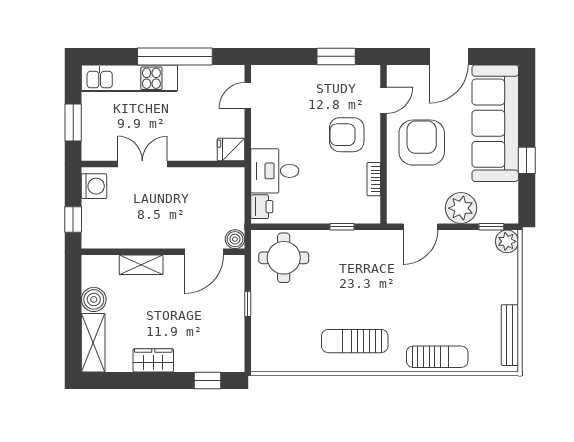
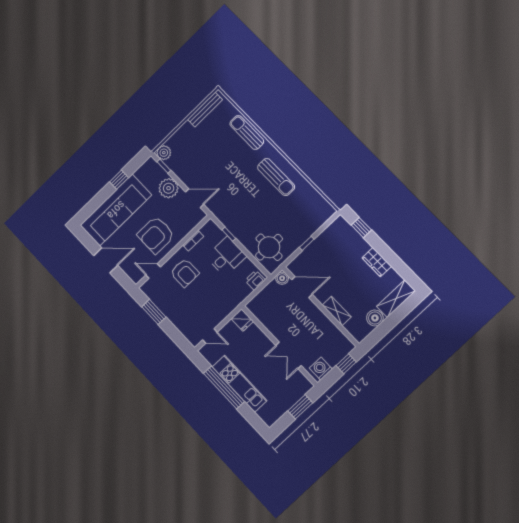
kitchen unit: (129, 78) -> (240, 384), moved
desk: (275, 171) -> (226, 256), moved, turned -90

